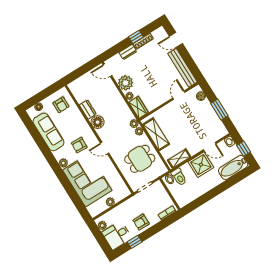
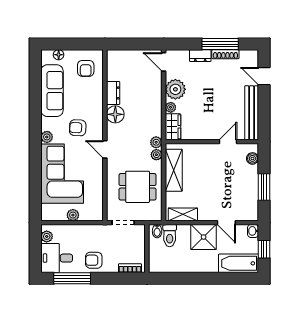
window: (136, 37) -> (220, 44), width x2.17
window: (135, 242) -> (72, 278), width x2.17

